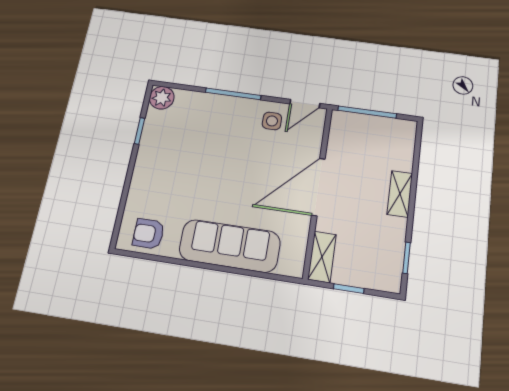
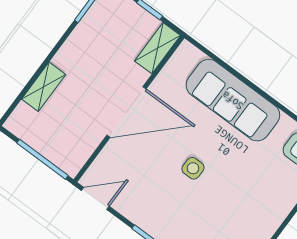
side table: (272, 121) -> (193, 168), moved
shelving: (400, 194) -> (44, 87), moved

